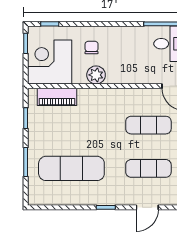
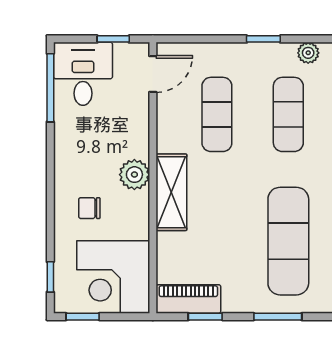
plant: (96, 75) -> (134, 175), moved
piano: (57, 97) -> (188, 299), moved, turned -90
shelving: (101, 97) -> (171, 192), added

